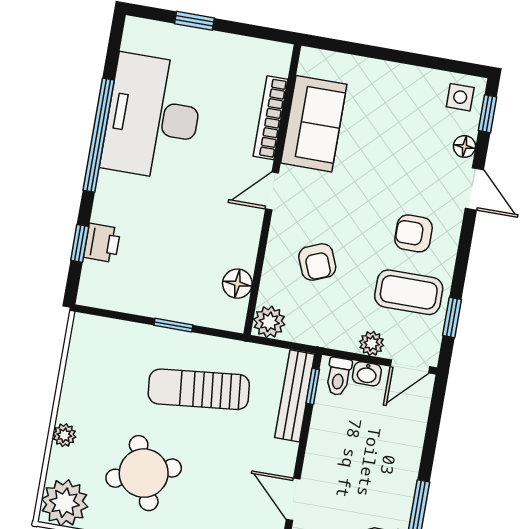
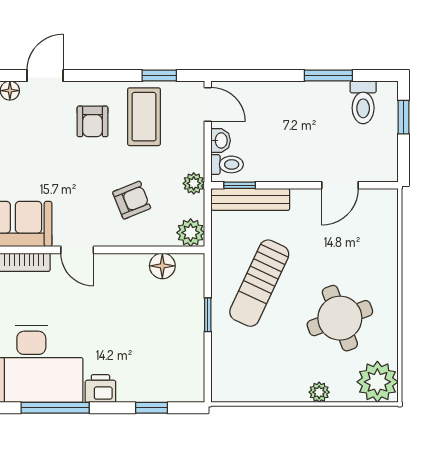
window: (99, 135) -> (55, 408), width x0.68
printer: (102, 243) -> (100, 389), moved
plant: (372, 343) -> (194, 183), moved
sun lounger: (199, 389) -> (259, 283), turned 31

